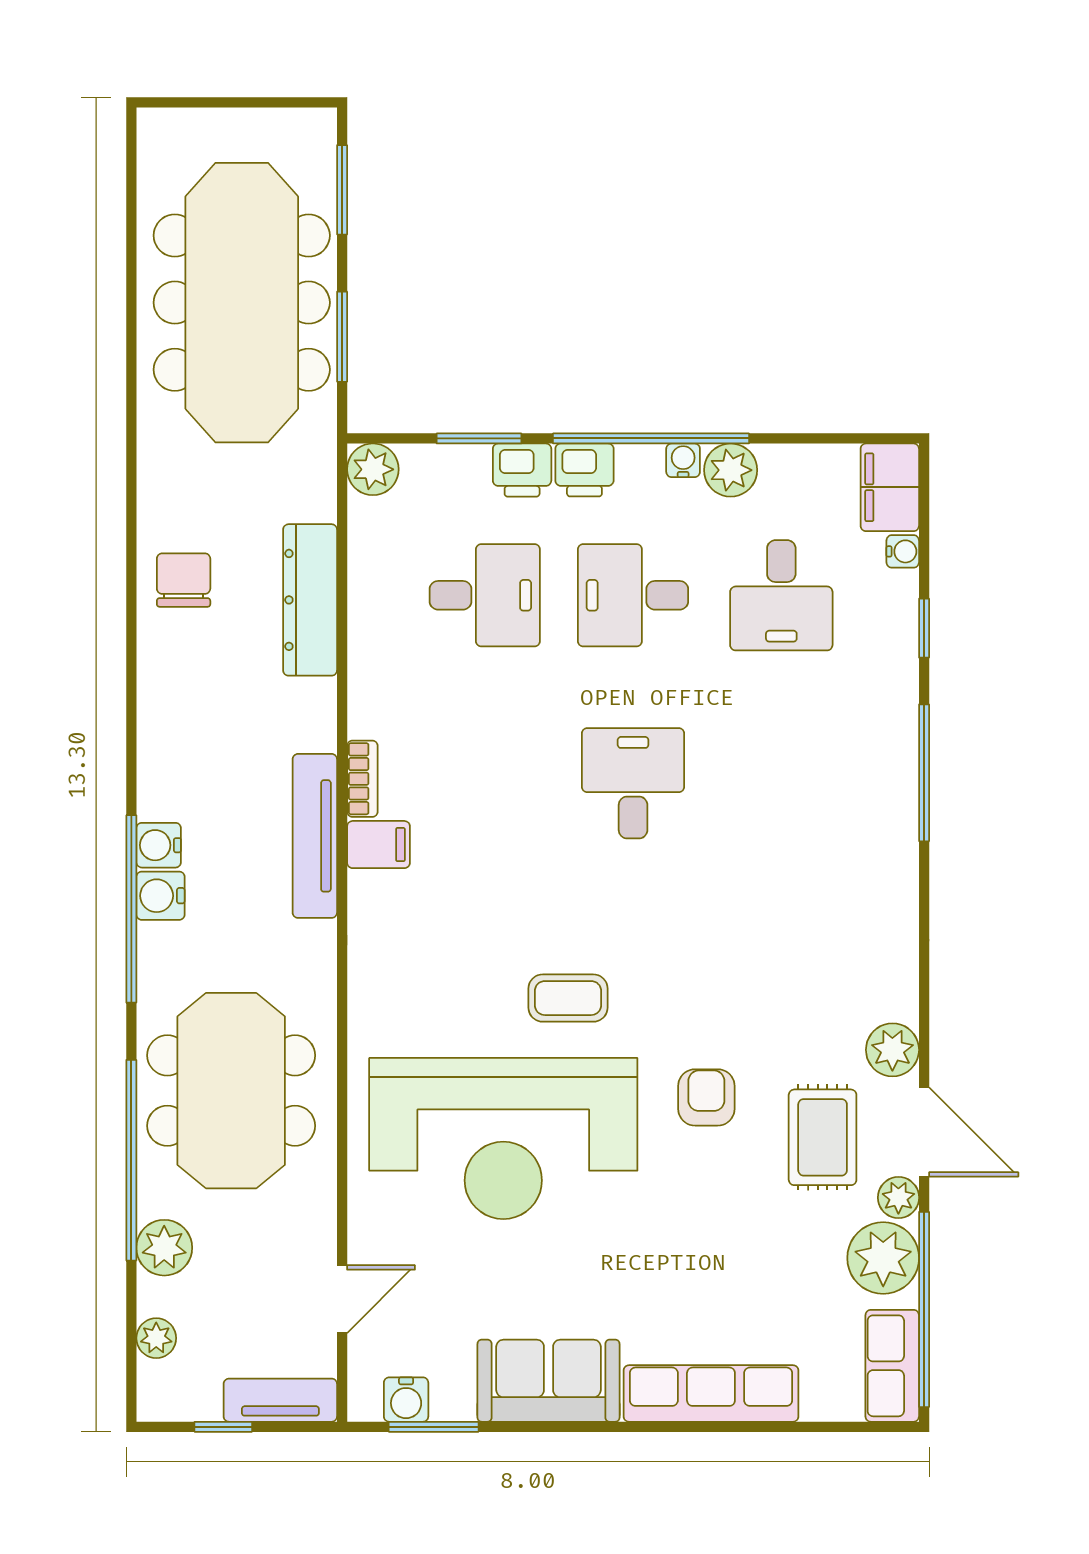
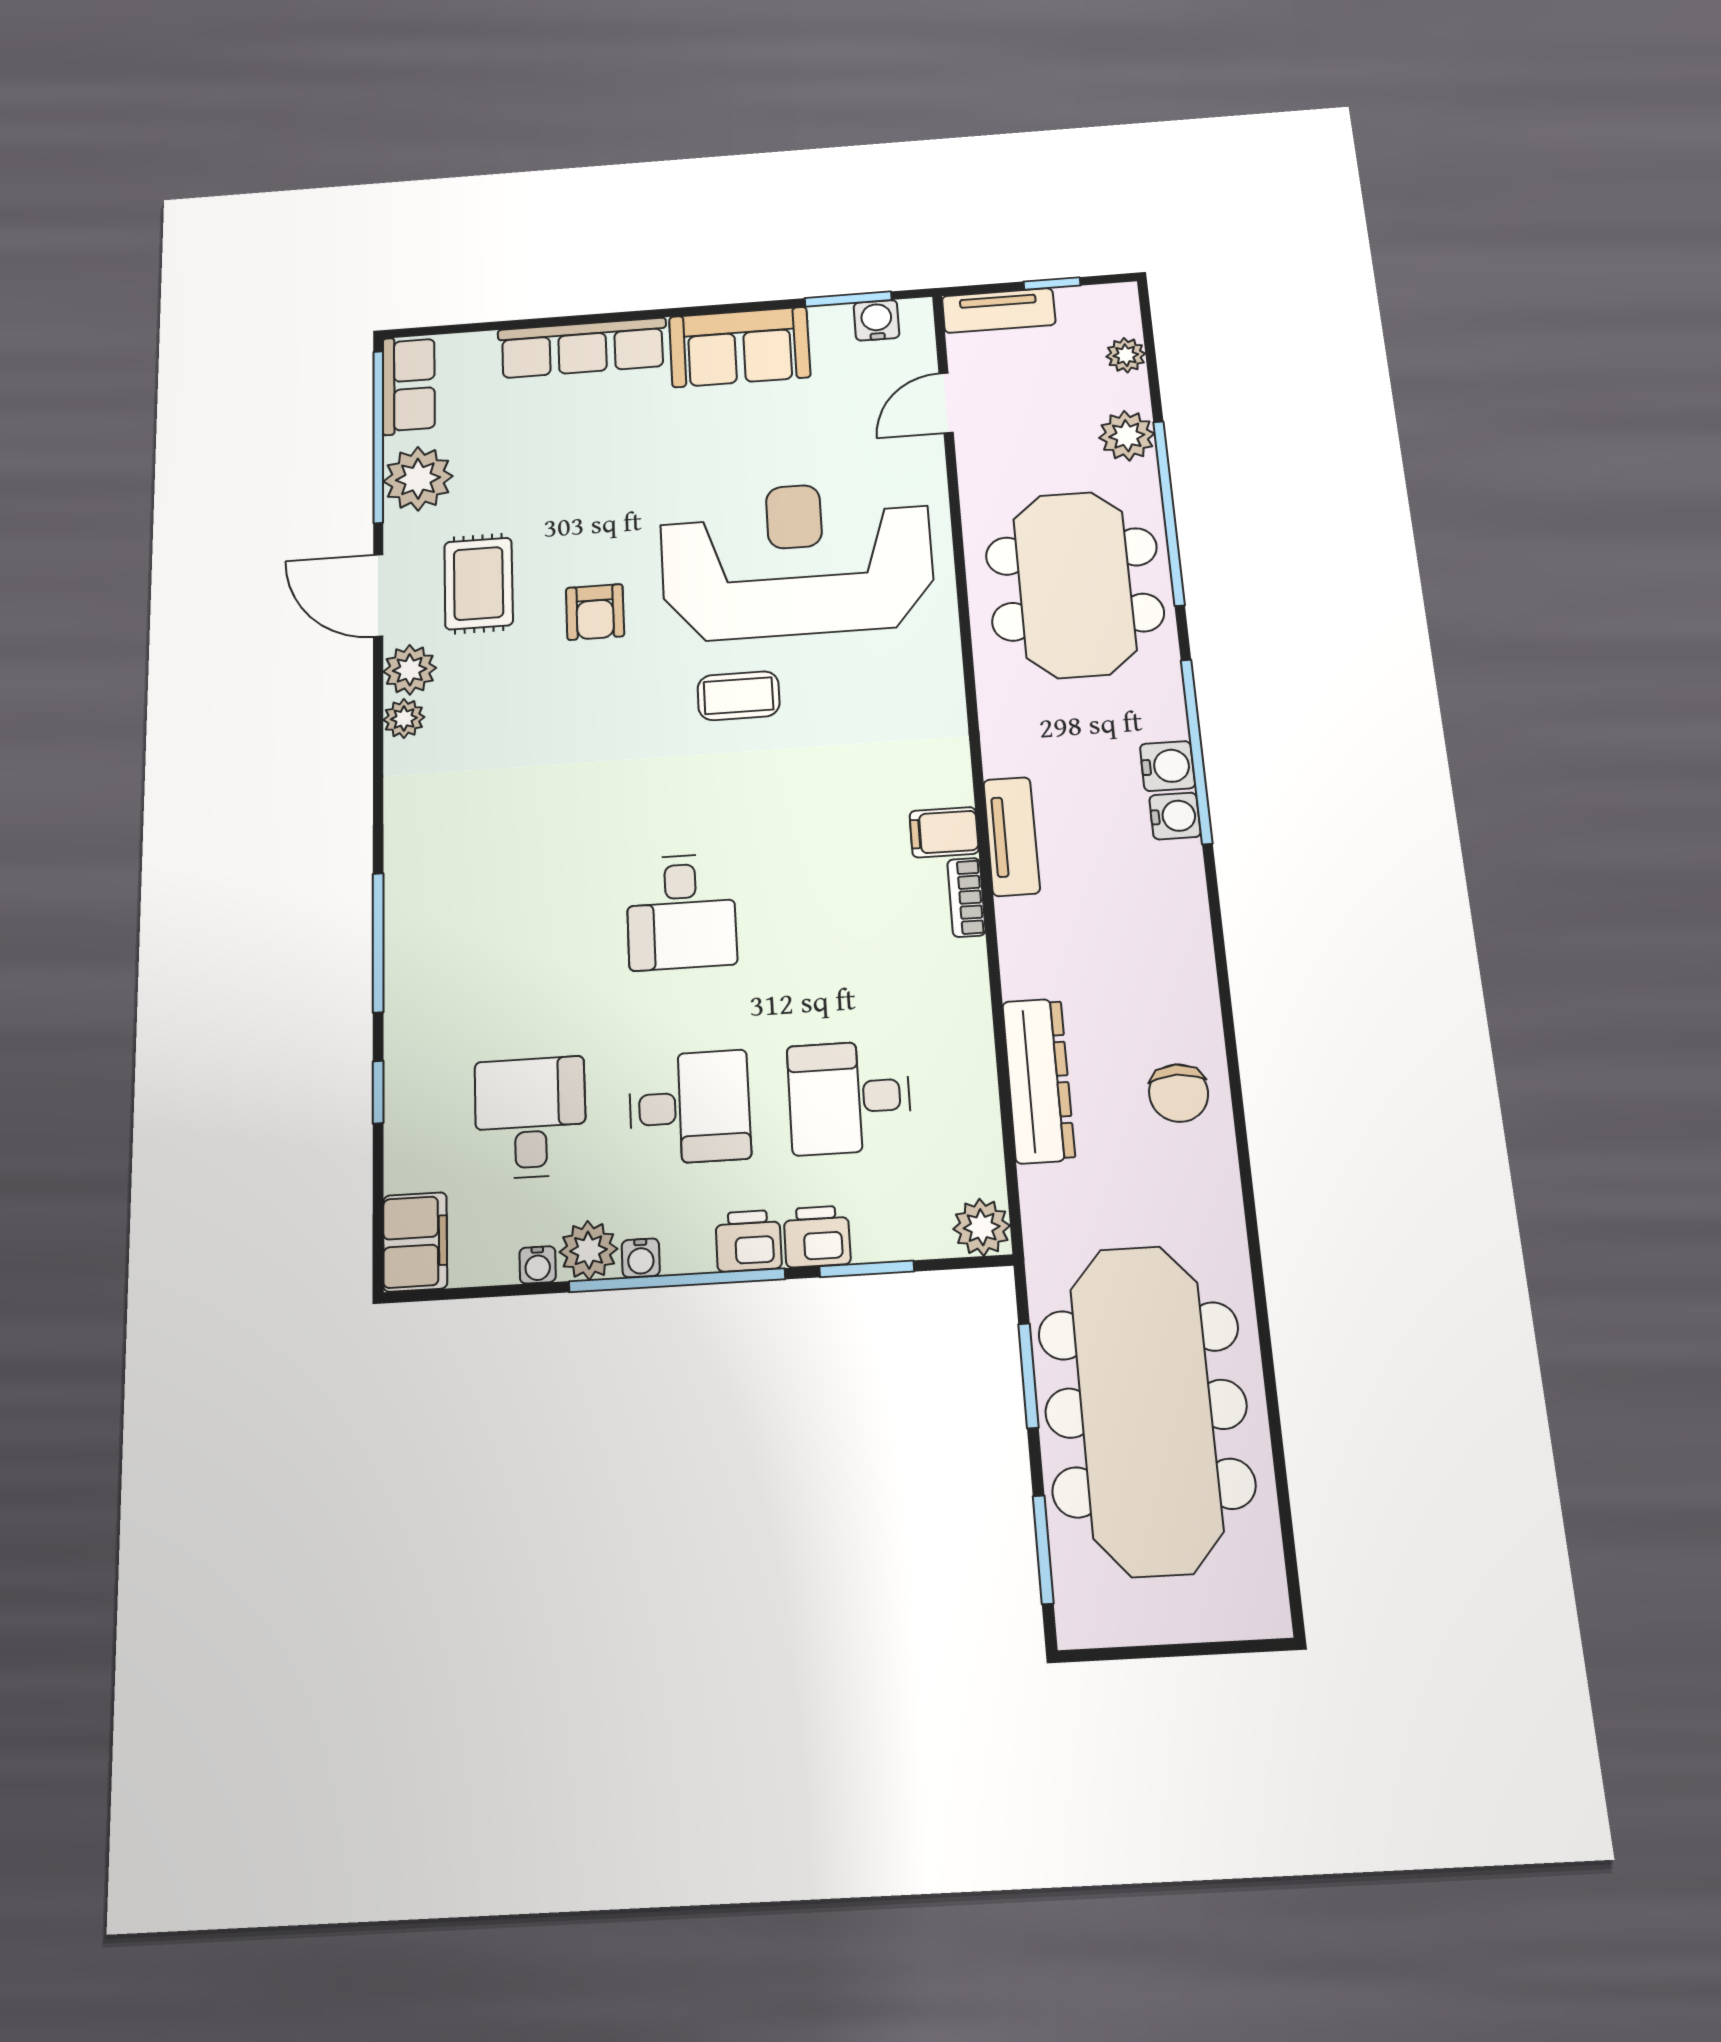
water cooler: (903, 551) -> (538, 1265), moved, turned -90
tv unit: (315, 836) -> (1012, 836), width x0.71
plant: (898, 1198) -> (404, 719), moved

